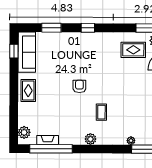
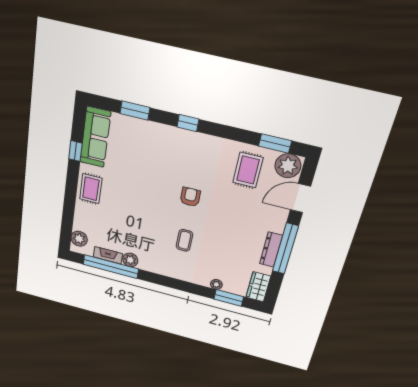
rug: (133, 50) -> (248, 170), turned 90
window: (14, 51) -> (75, 151), moved
armchair: (79, 86) -> (190, 197), moved
plant: (90, 139) -> (130, 260), moved

